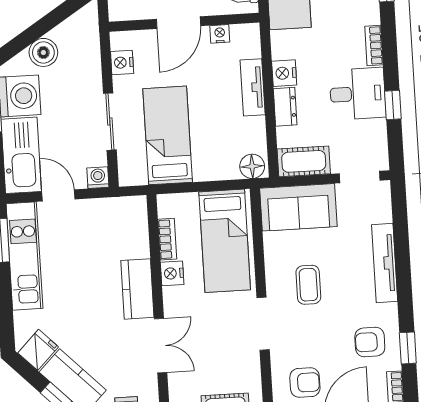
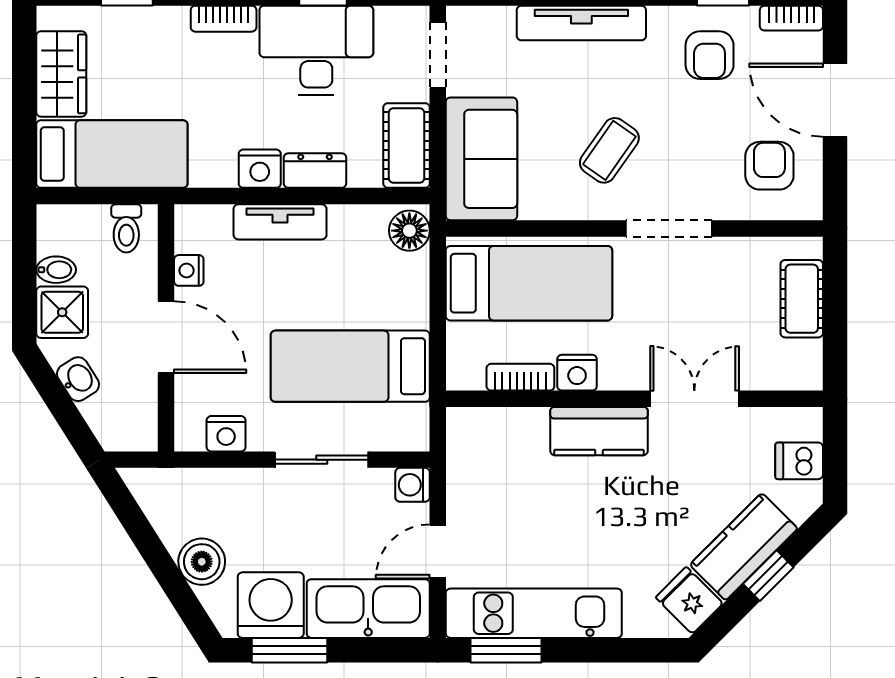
desk: (358, 94) -> (316, 50), width x1.37
coffee table: (308, 285) -> (609, 150), turned -55

